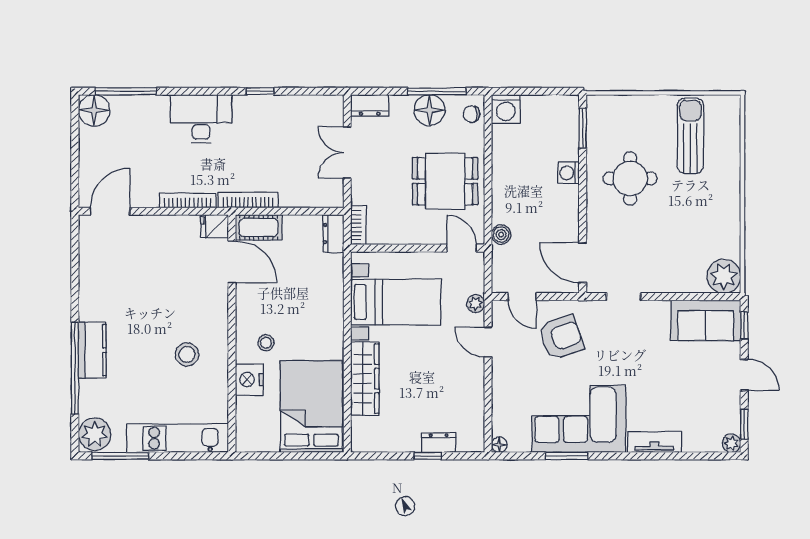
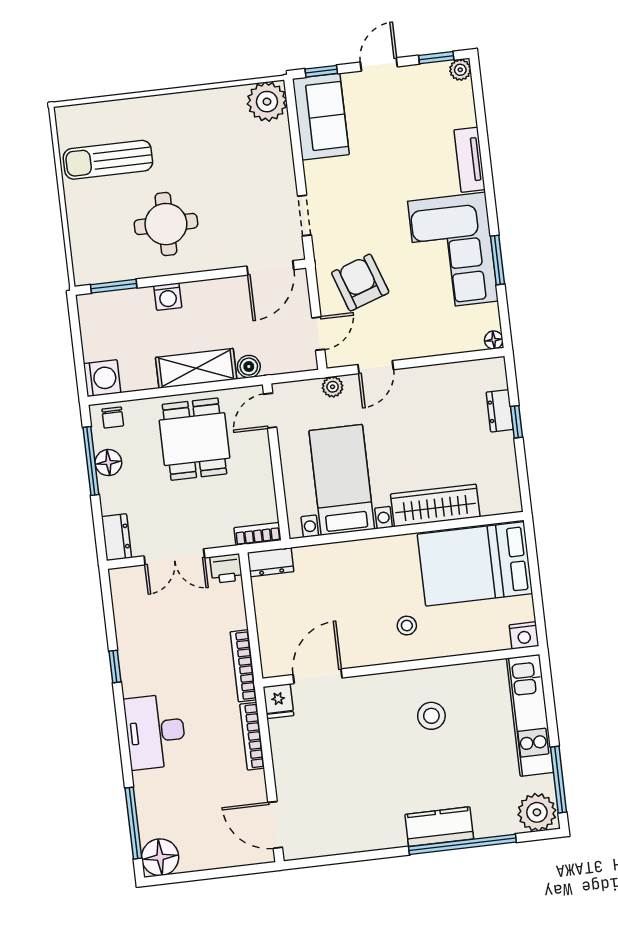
floor lamp: (430, 110) -> (108, 463), width x0.73, depth x0.73
shelving: (505, 190) -> (196, 368), added
printer: (332, 195) -> (226, 569), added
cot: (259, 227) -> (274, 650), removed
nightstand: (249, 379) -> (524, 635), moved, width x0.74, depth x0.75

